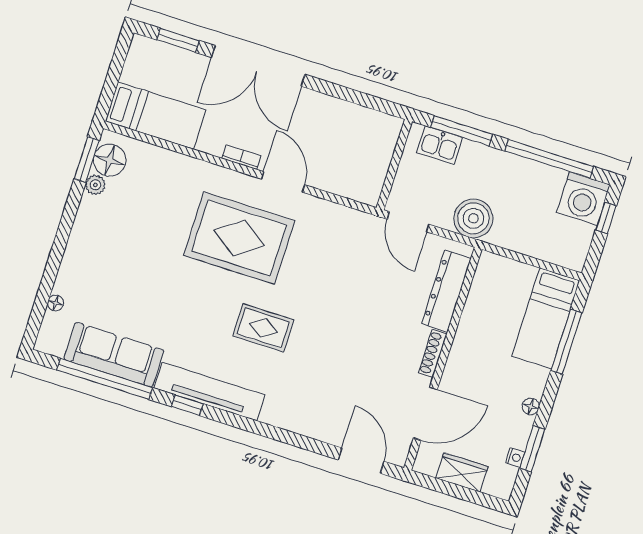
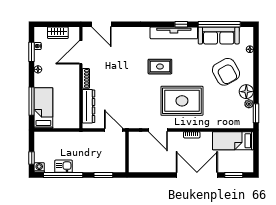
window: (462, 131) -> (103, 175), width x0.69
kitchen sink: (440, 145) -> (64, 166), moved
floor lamp: (110, 160) -> (246, 92), moved
door: (283, 182) -> (158, 130), moved
washing machine: (583, 198) -> (39, 168), width x0.53, depth x0.53
boiler: (473, 218) -> (87, 140), removed
armchair: (123, 270) -> (226, 72), added

